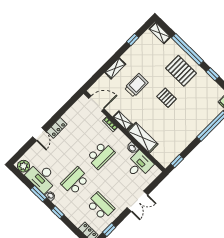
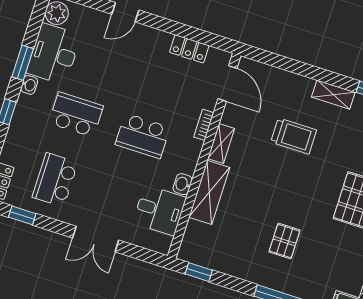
shelving: (115, 68) -> (333, 95), moved
pallet: (167, 98) -> (284, 241), moved
locker: (57, 128) -> (189, 49), moved
school desk: (100, 206) -> (55, 180), turned 180

